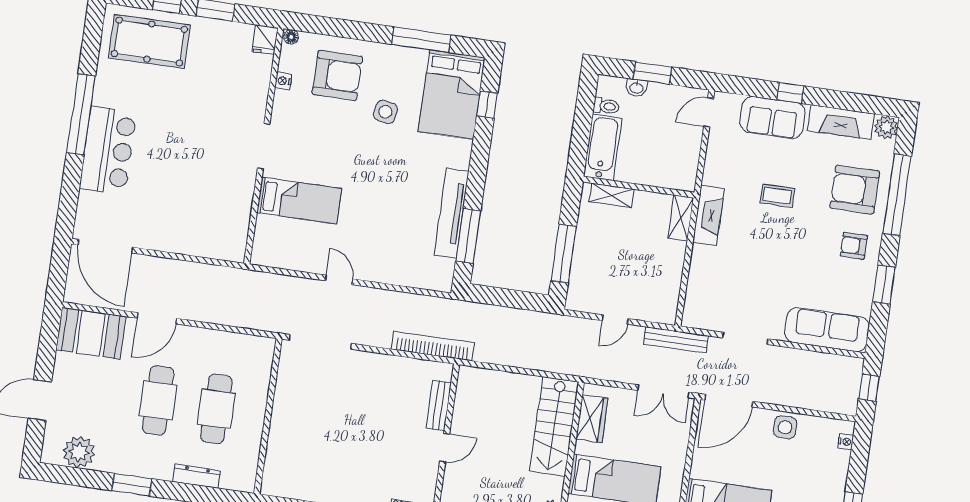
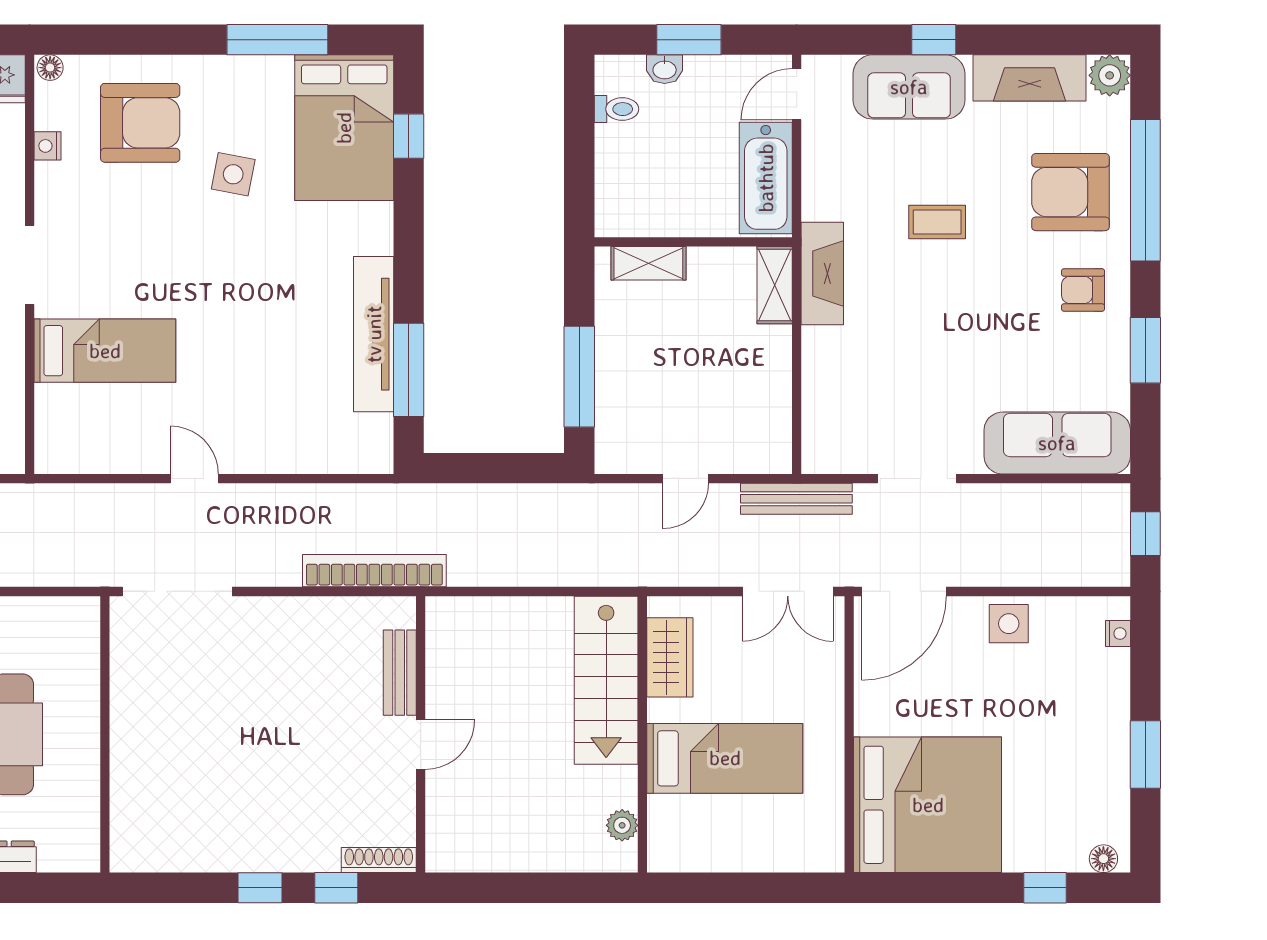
bathtub: (603, 147) -> (766, 178), moved, turned 180

